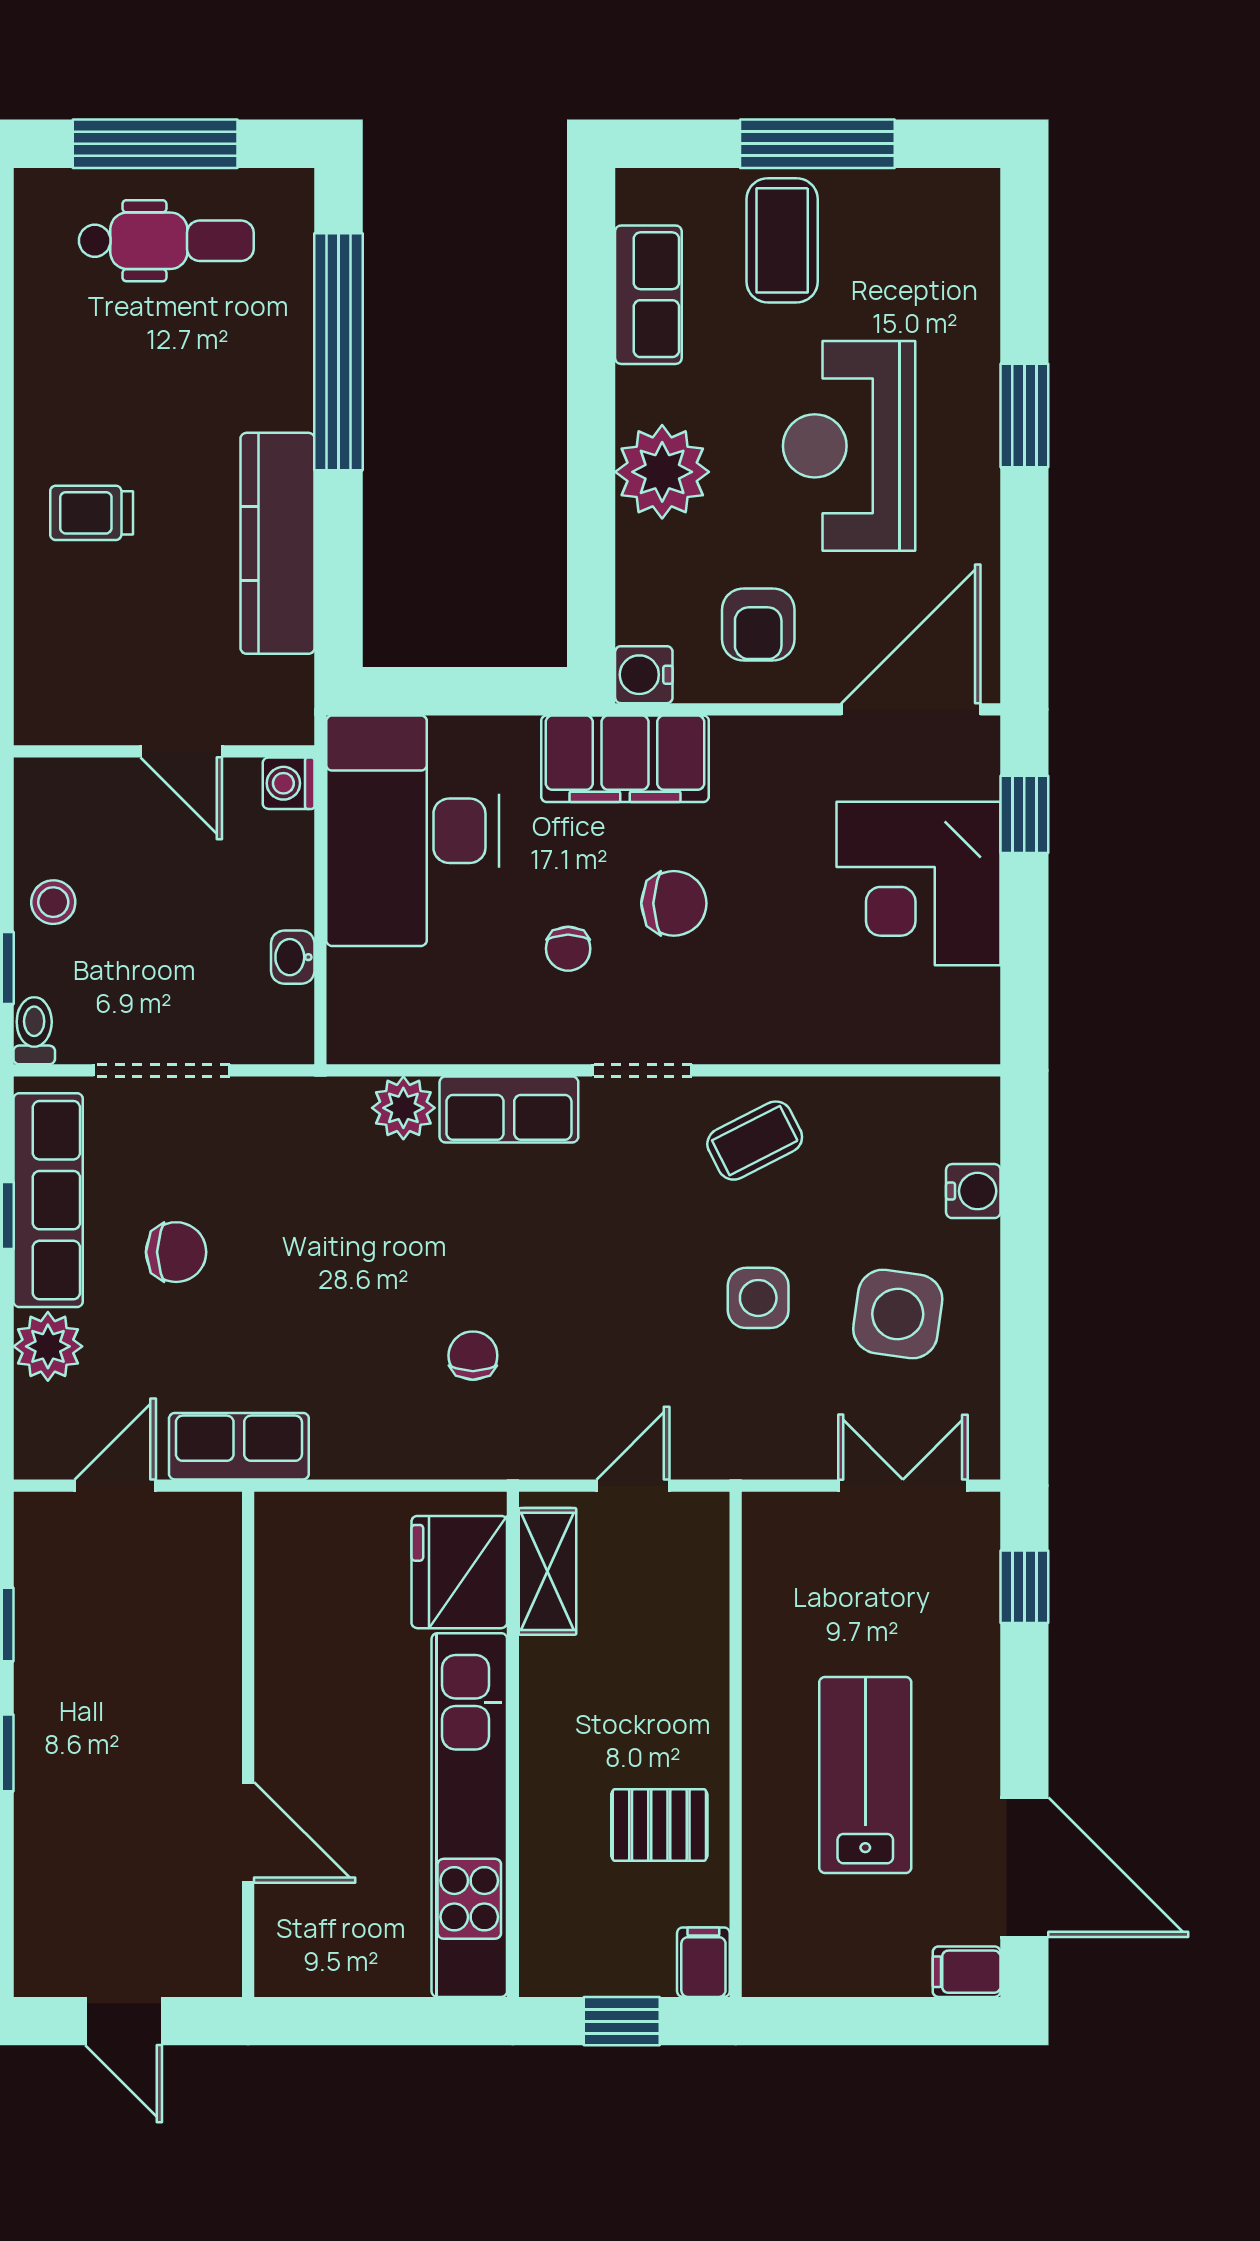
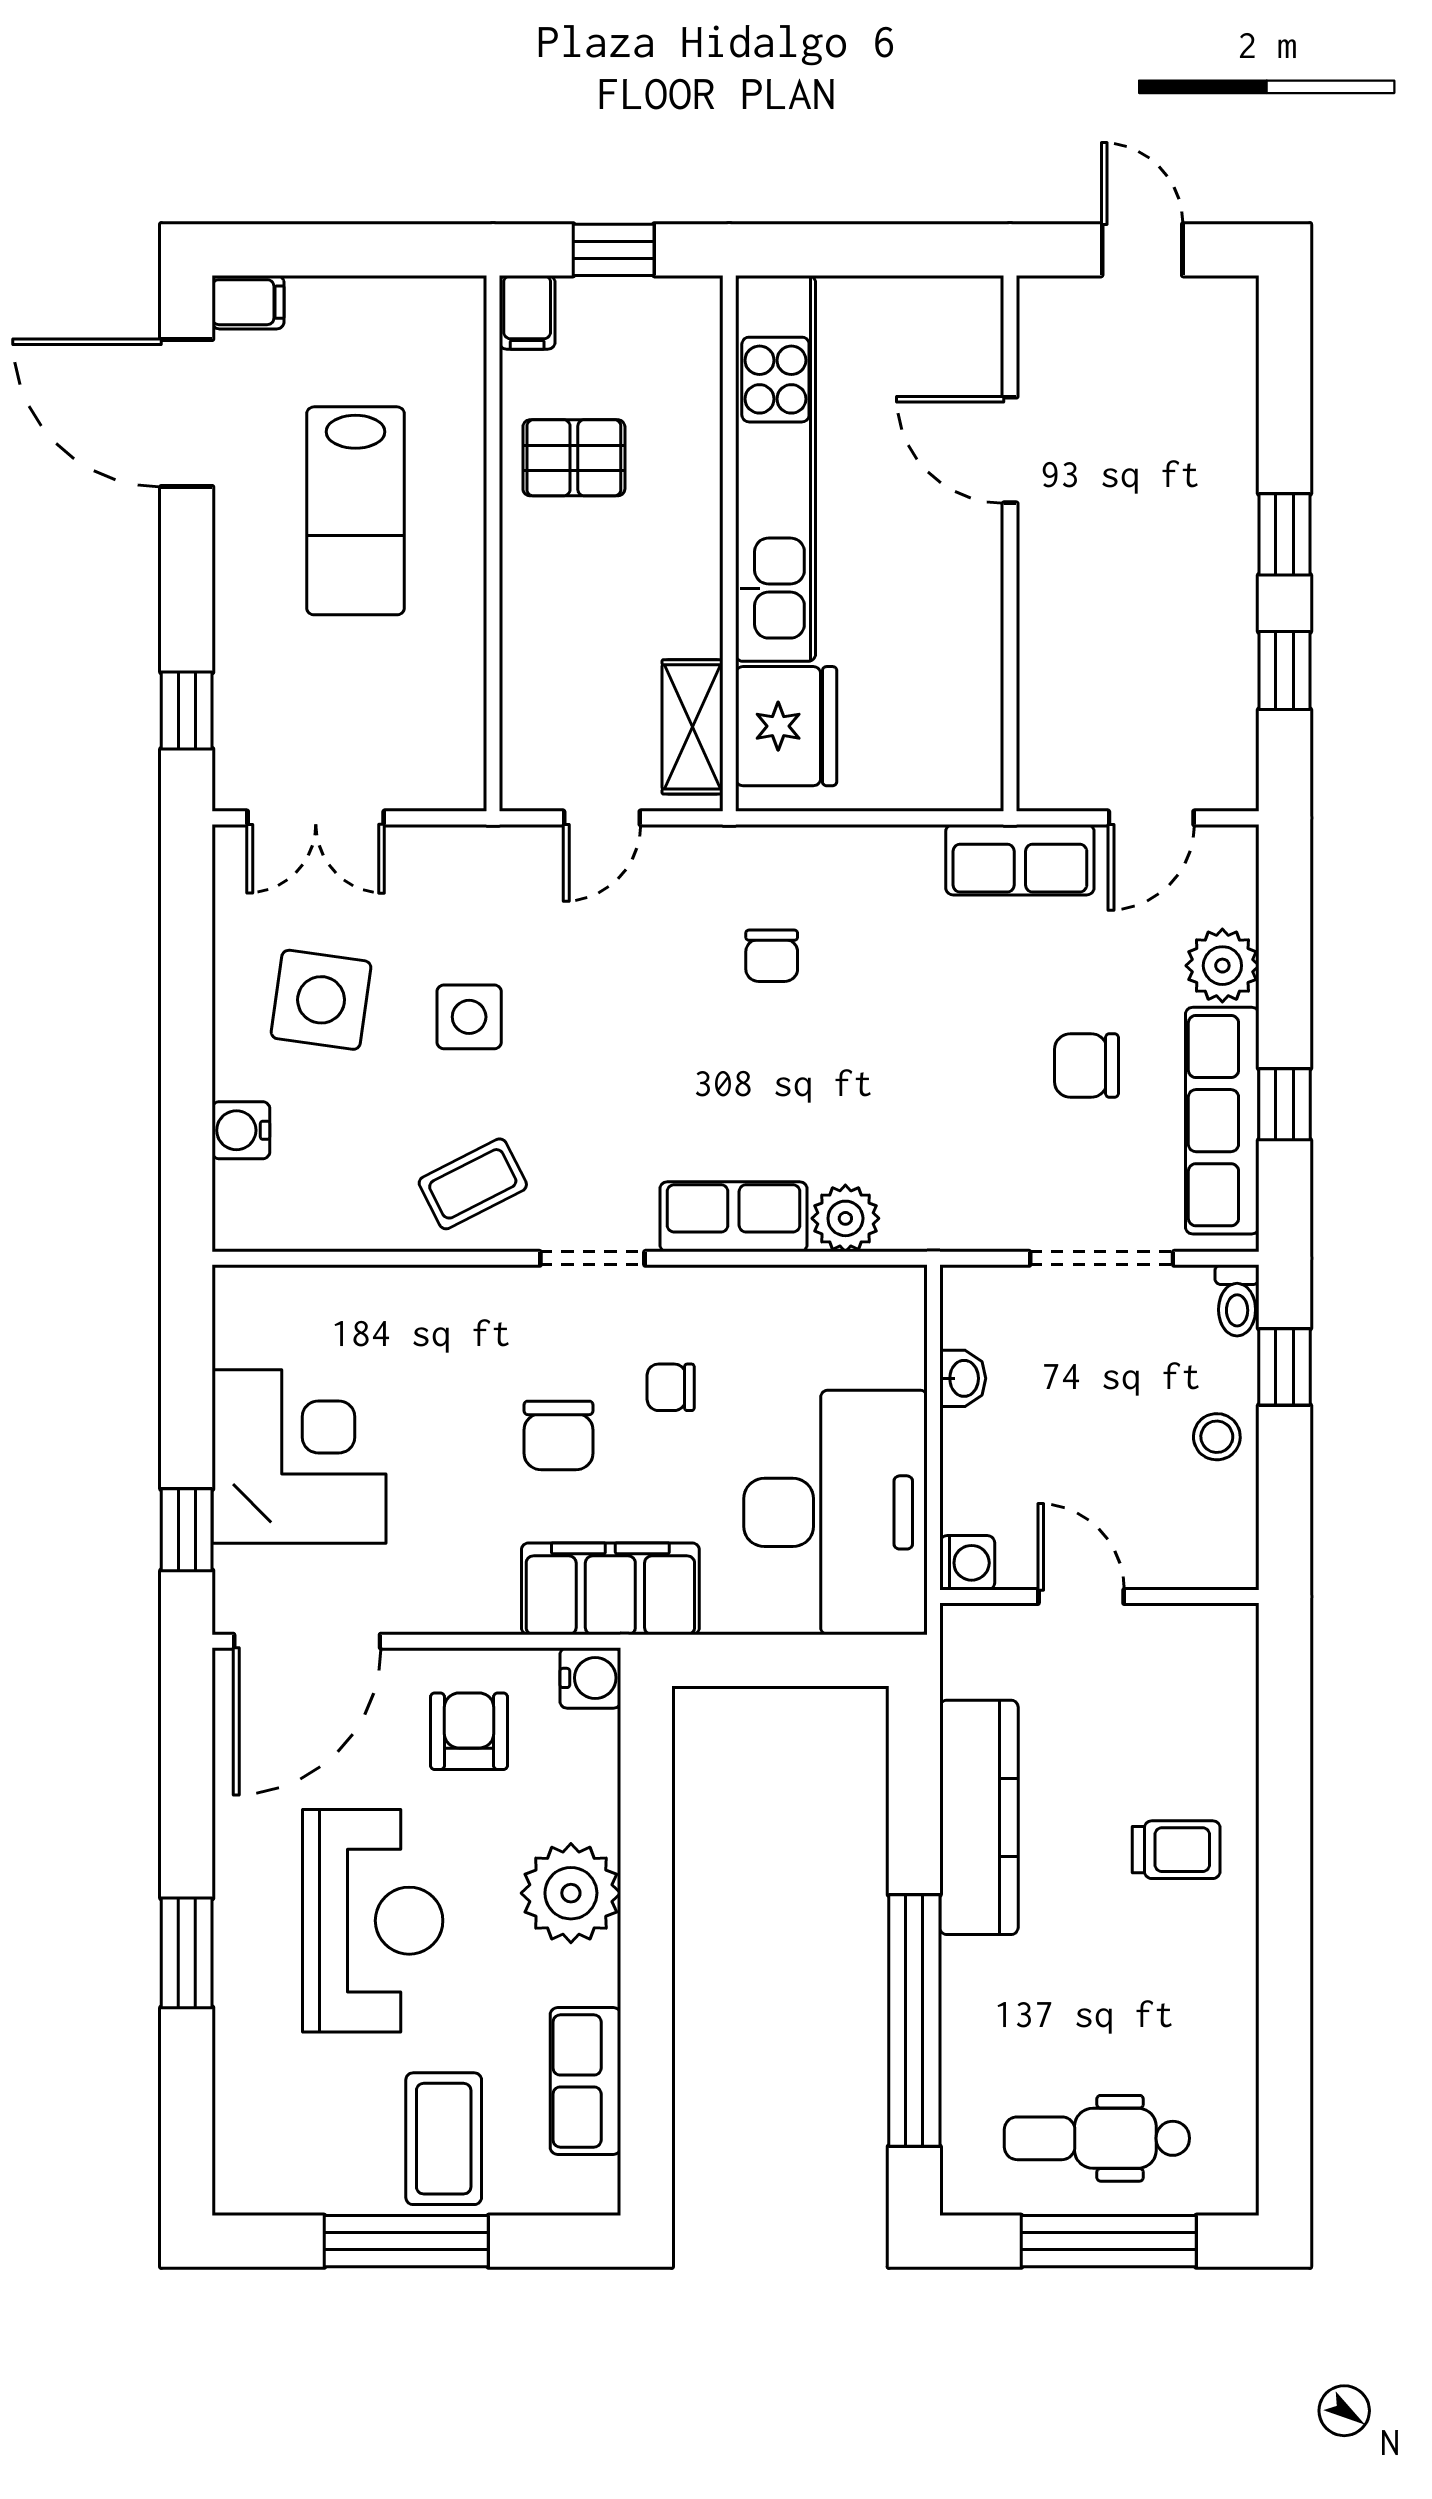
chair: (674, 903) -> (559, 1435), turned -90
chair: (568, 949) -> (671, 1387), turned -90

